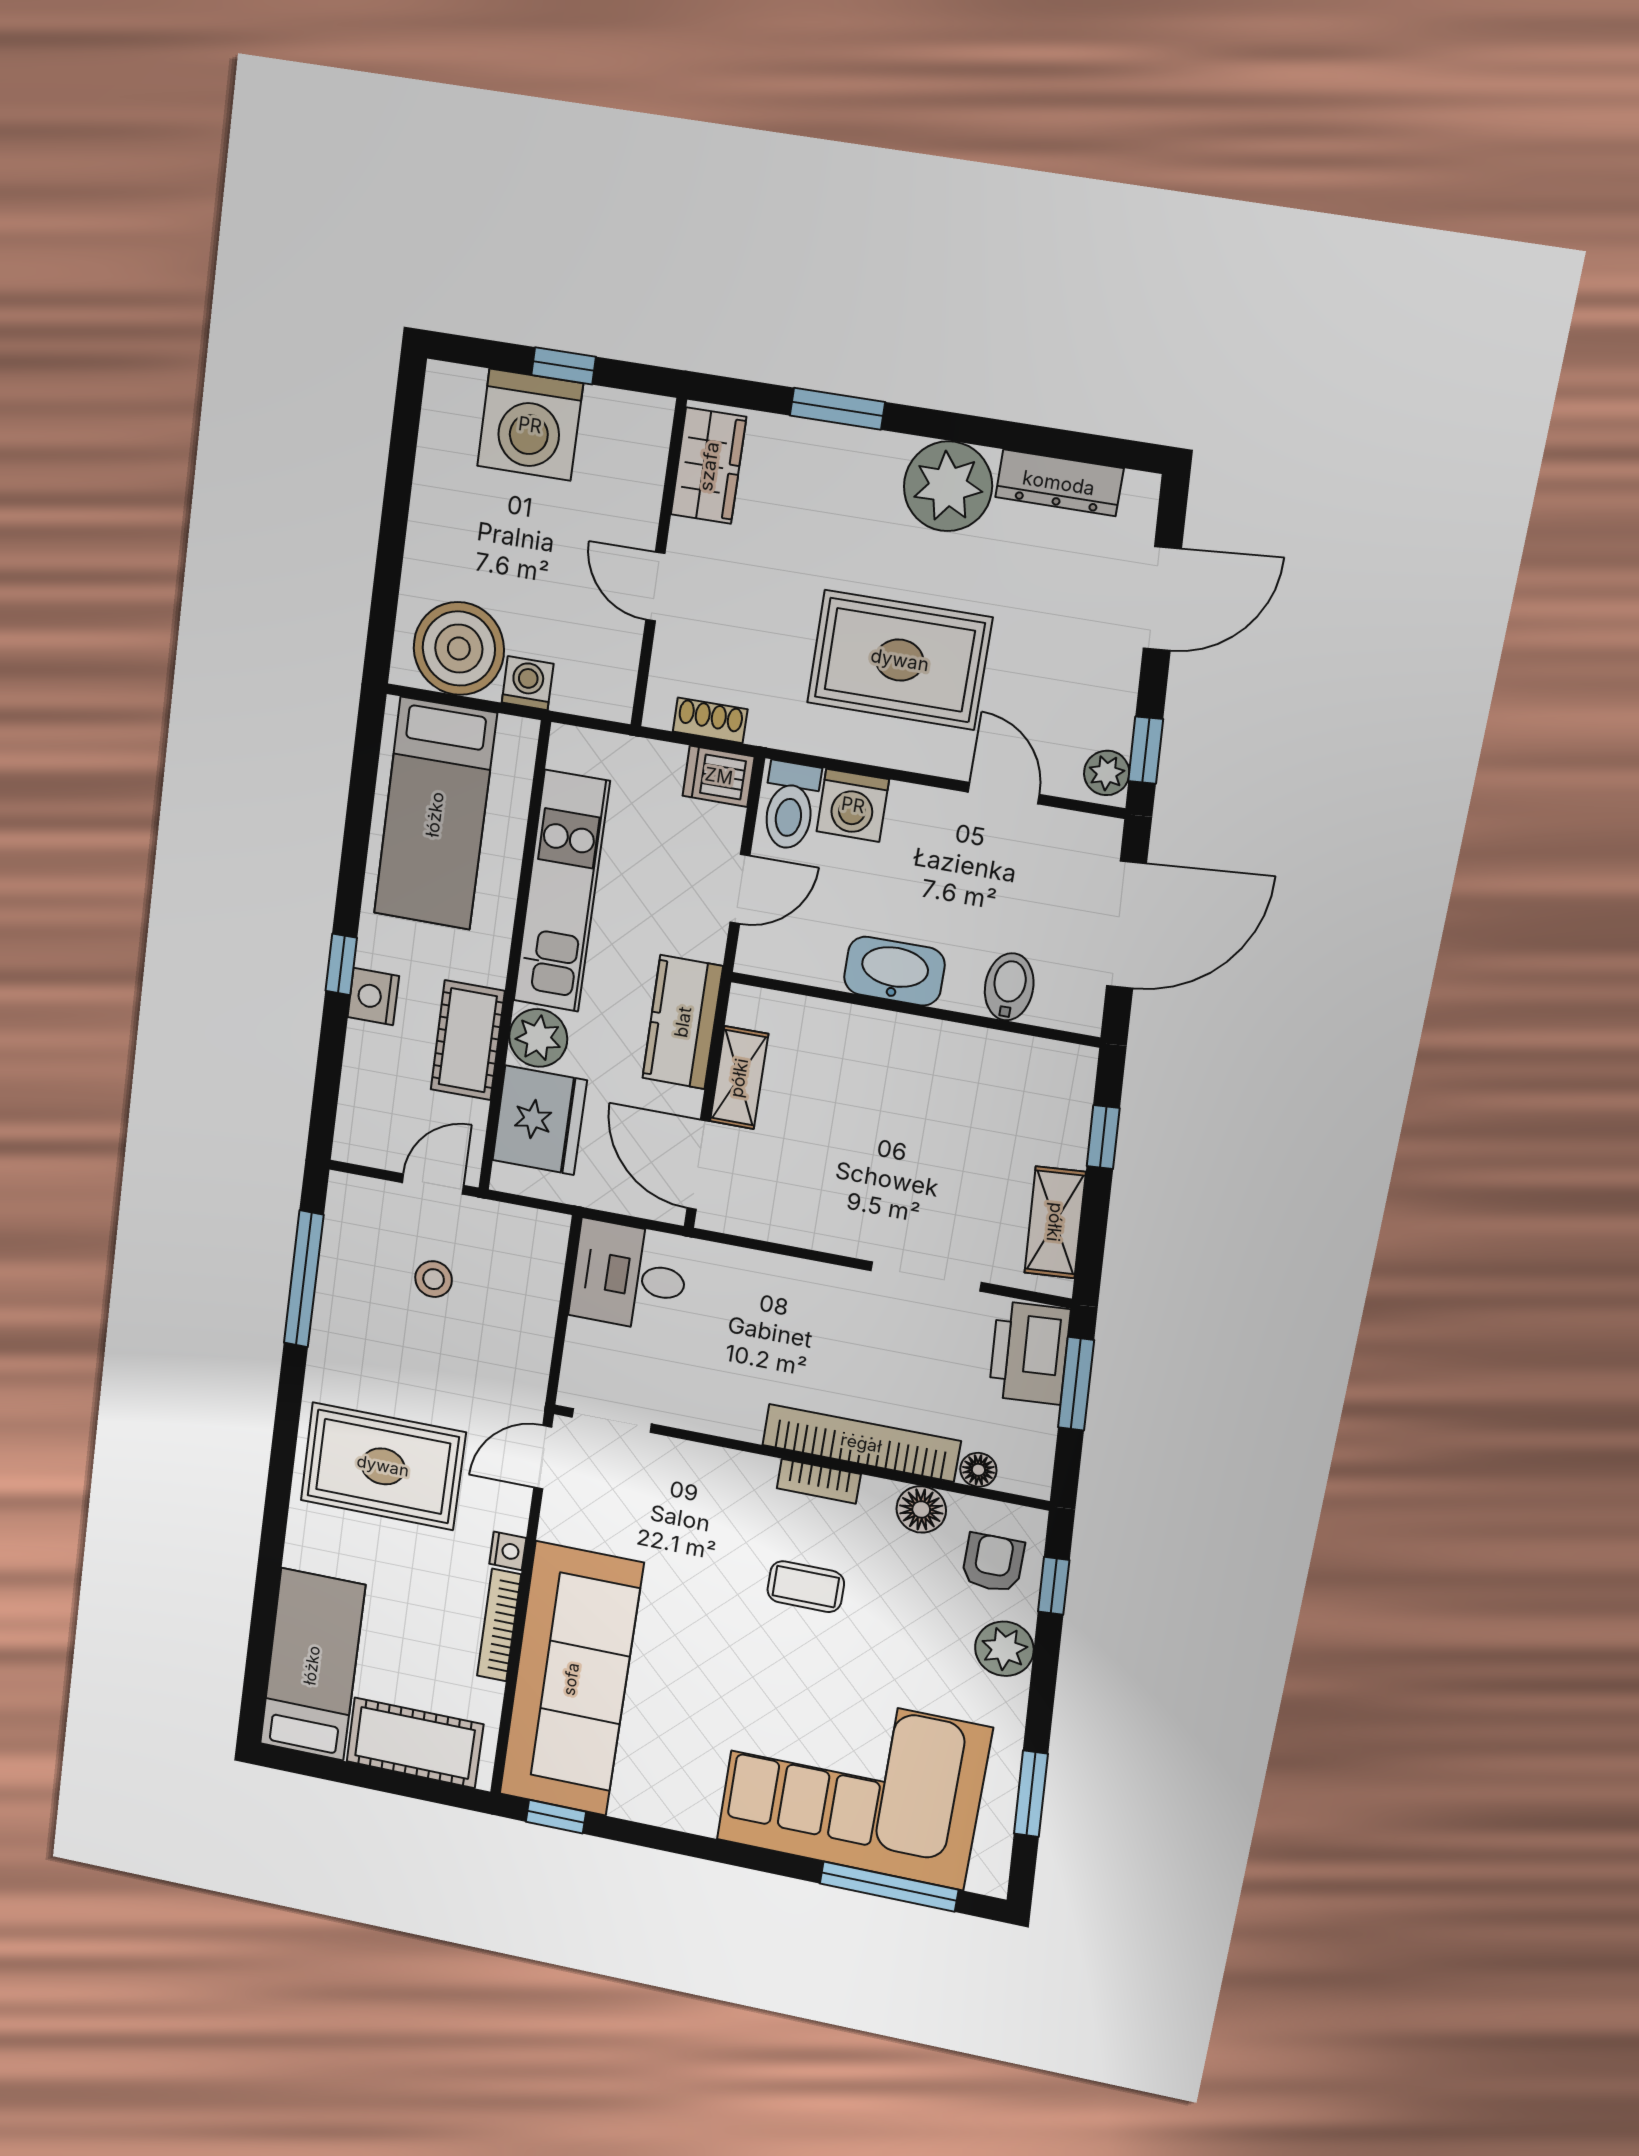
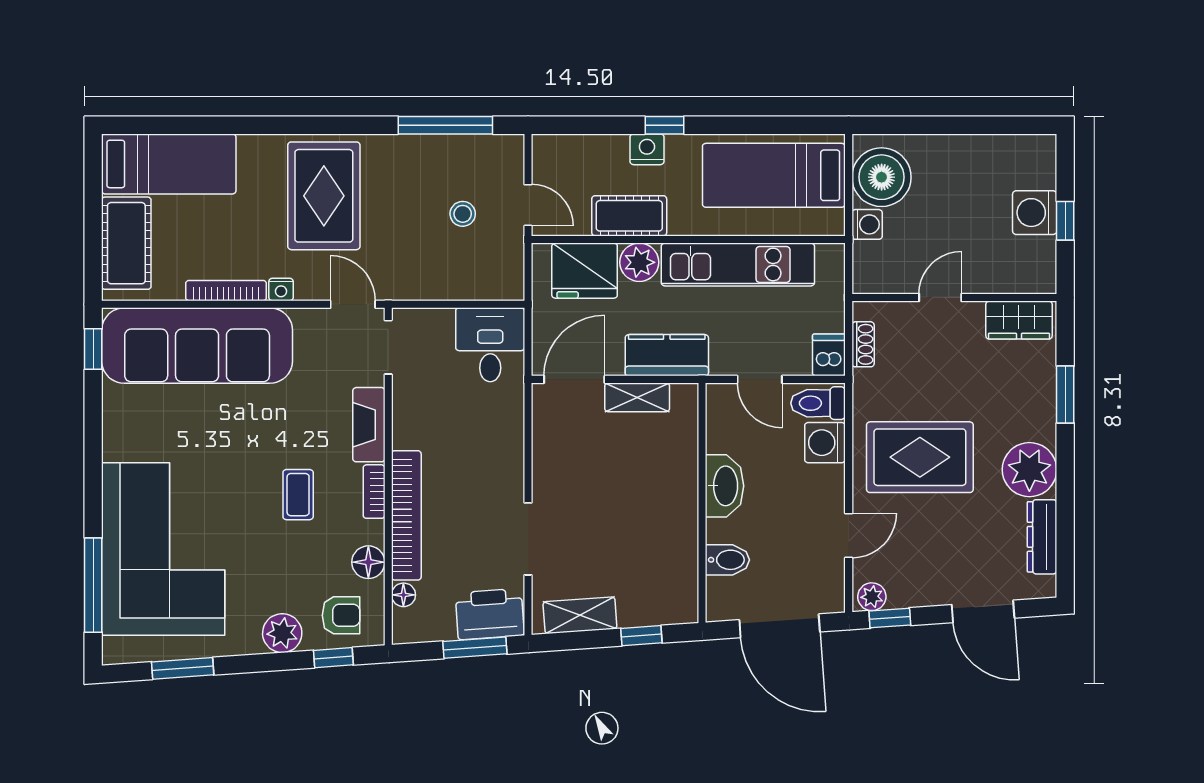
washing machine: (530, 425) -> (1035, 213), width x0.73, depth x0.73
rug: (900, 660) -> (920, 457), turned 90
fireplace: (720, 1469) -> (369, 425), added

